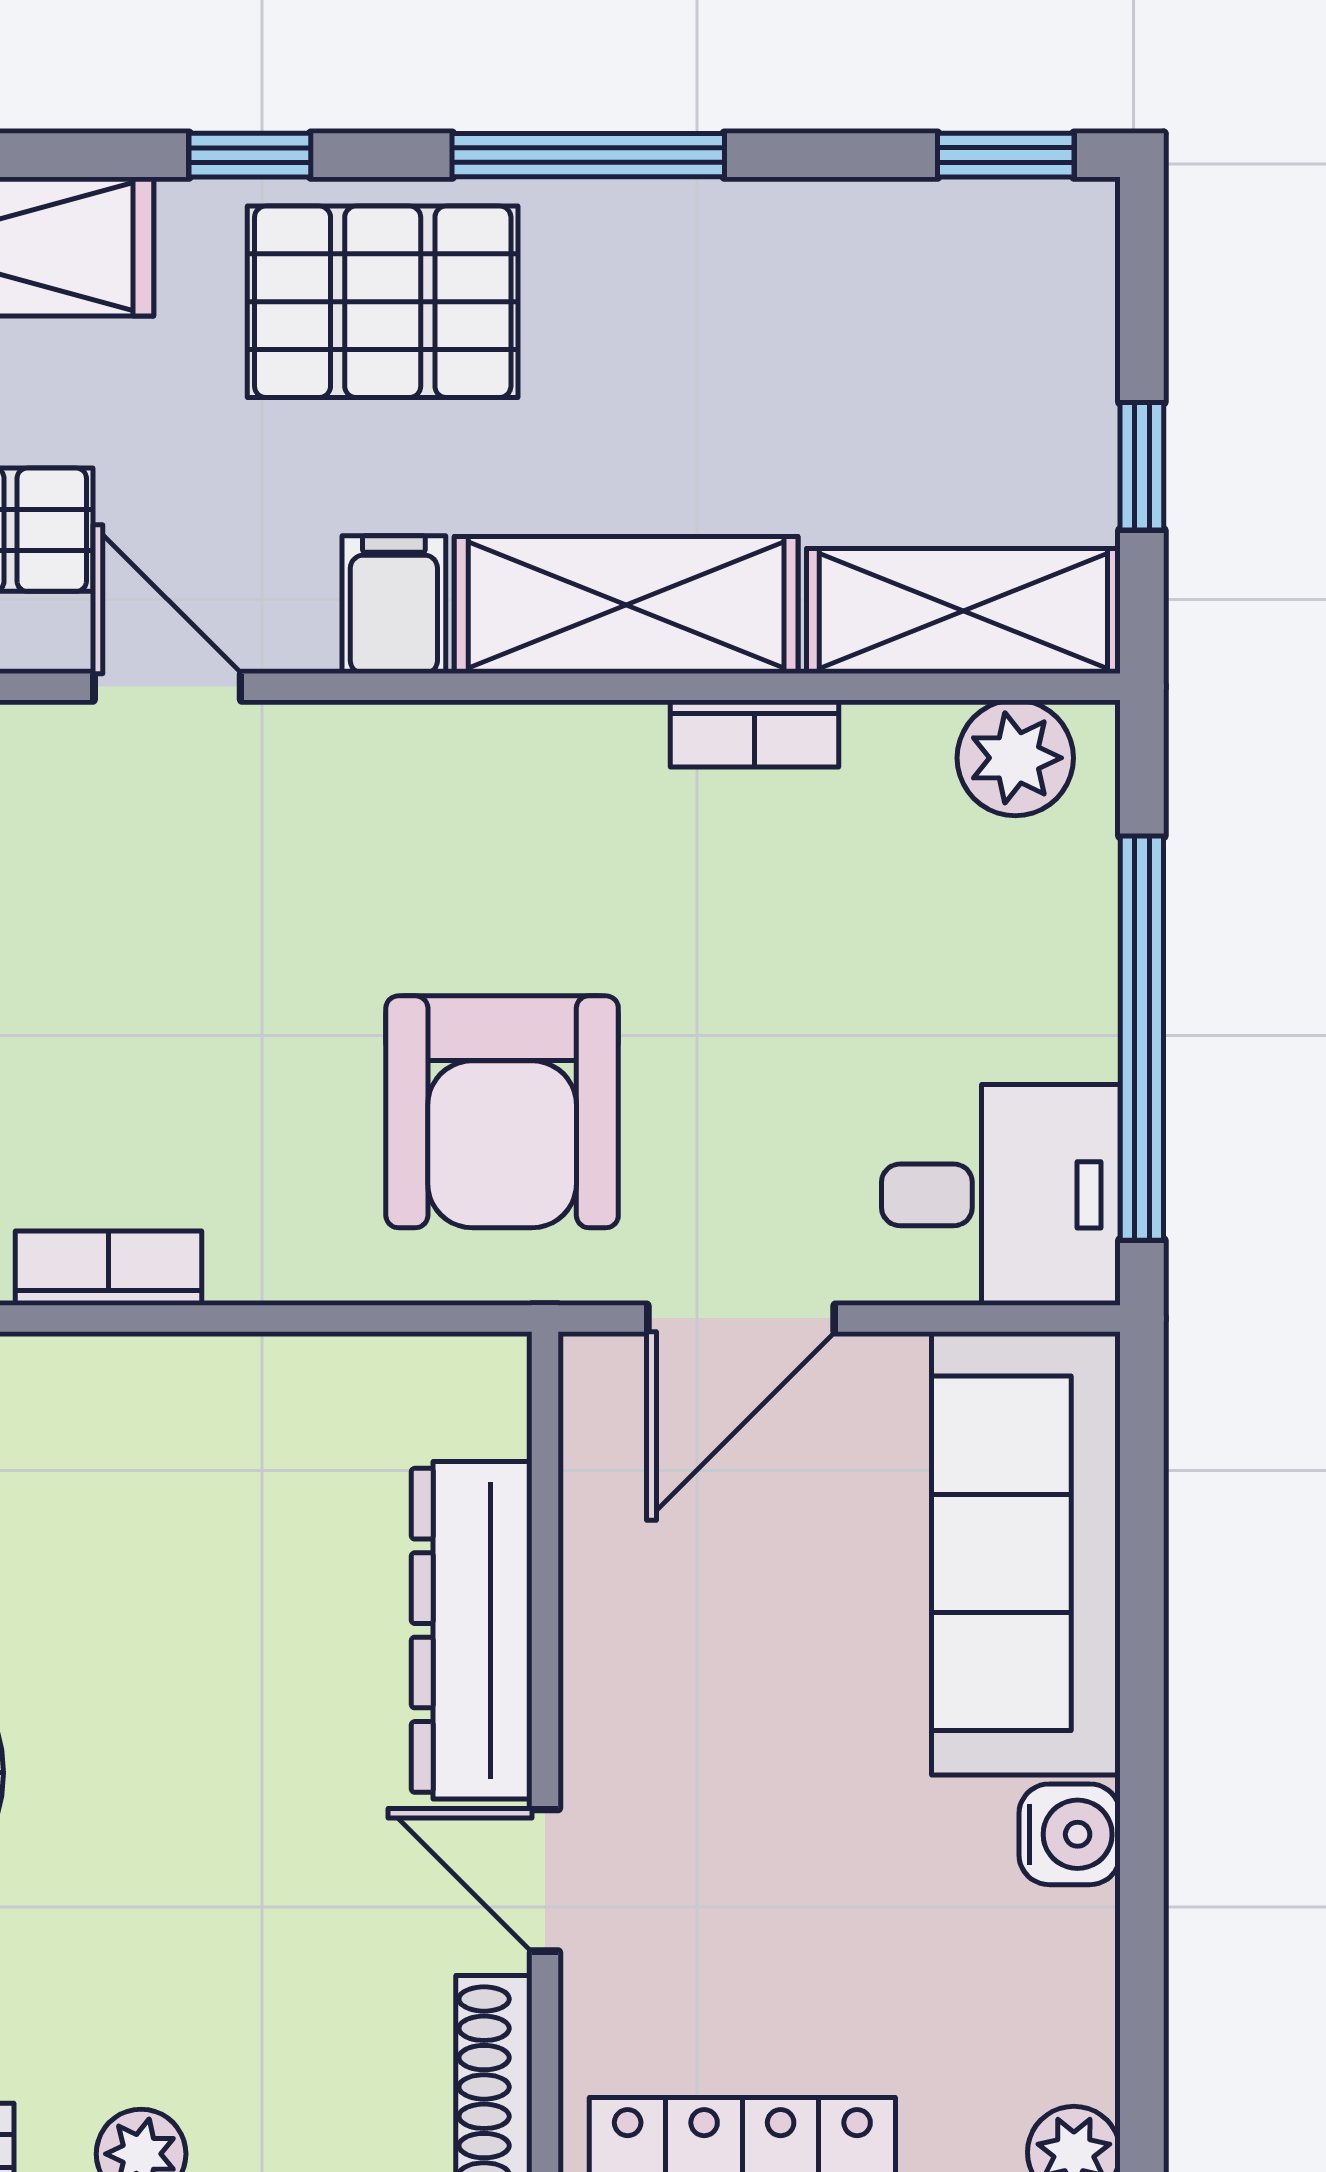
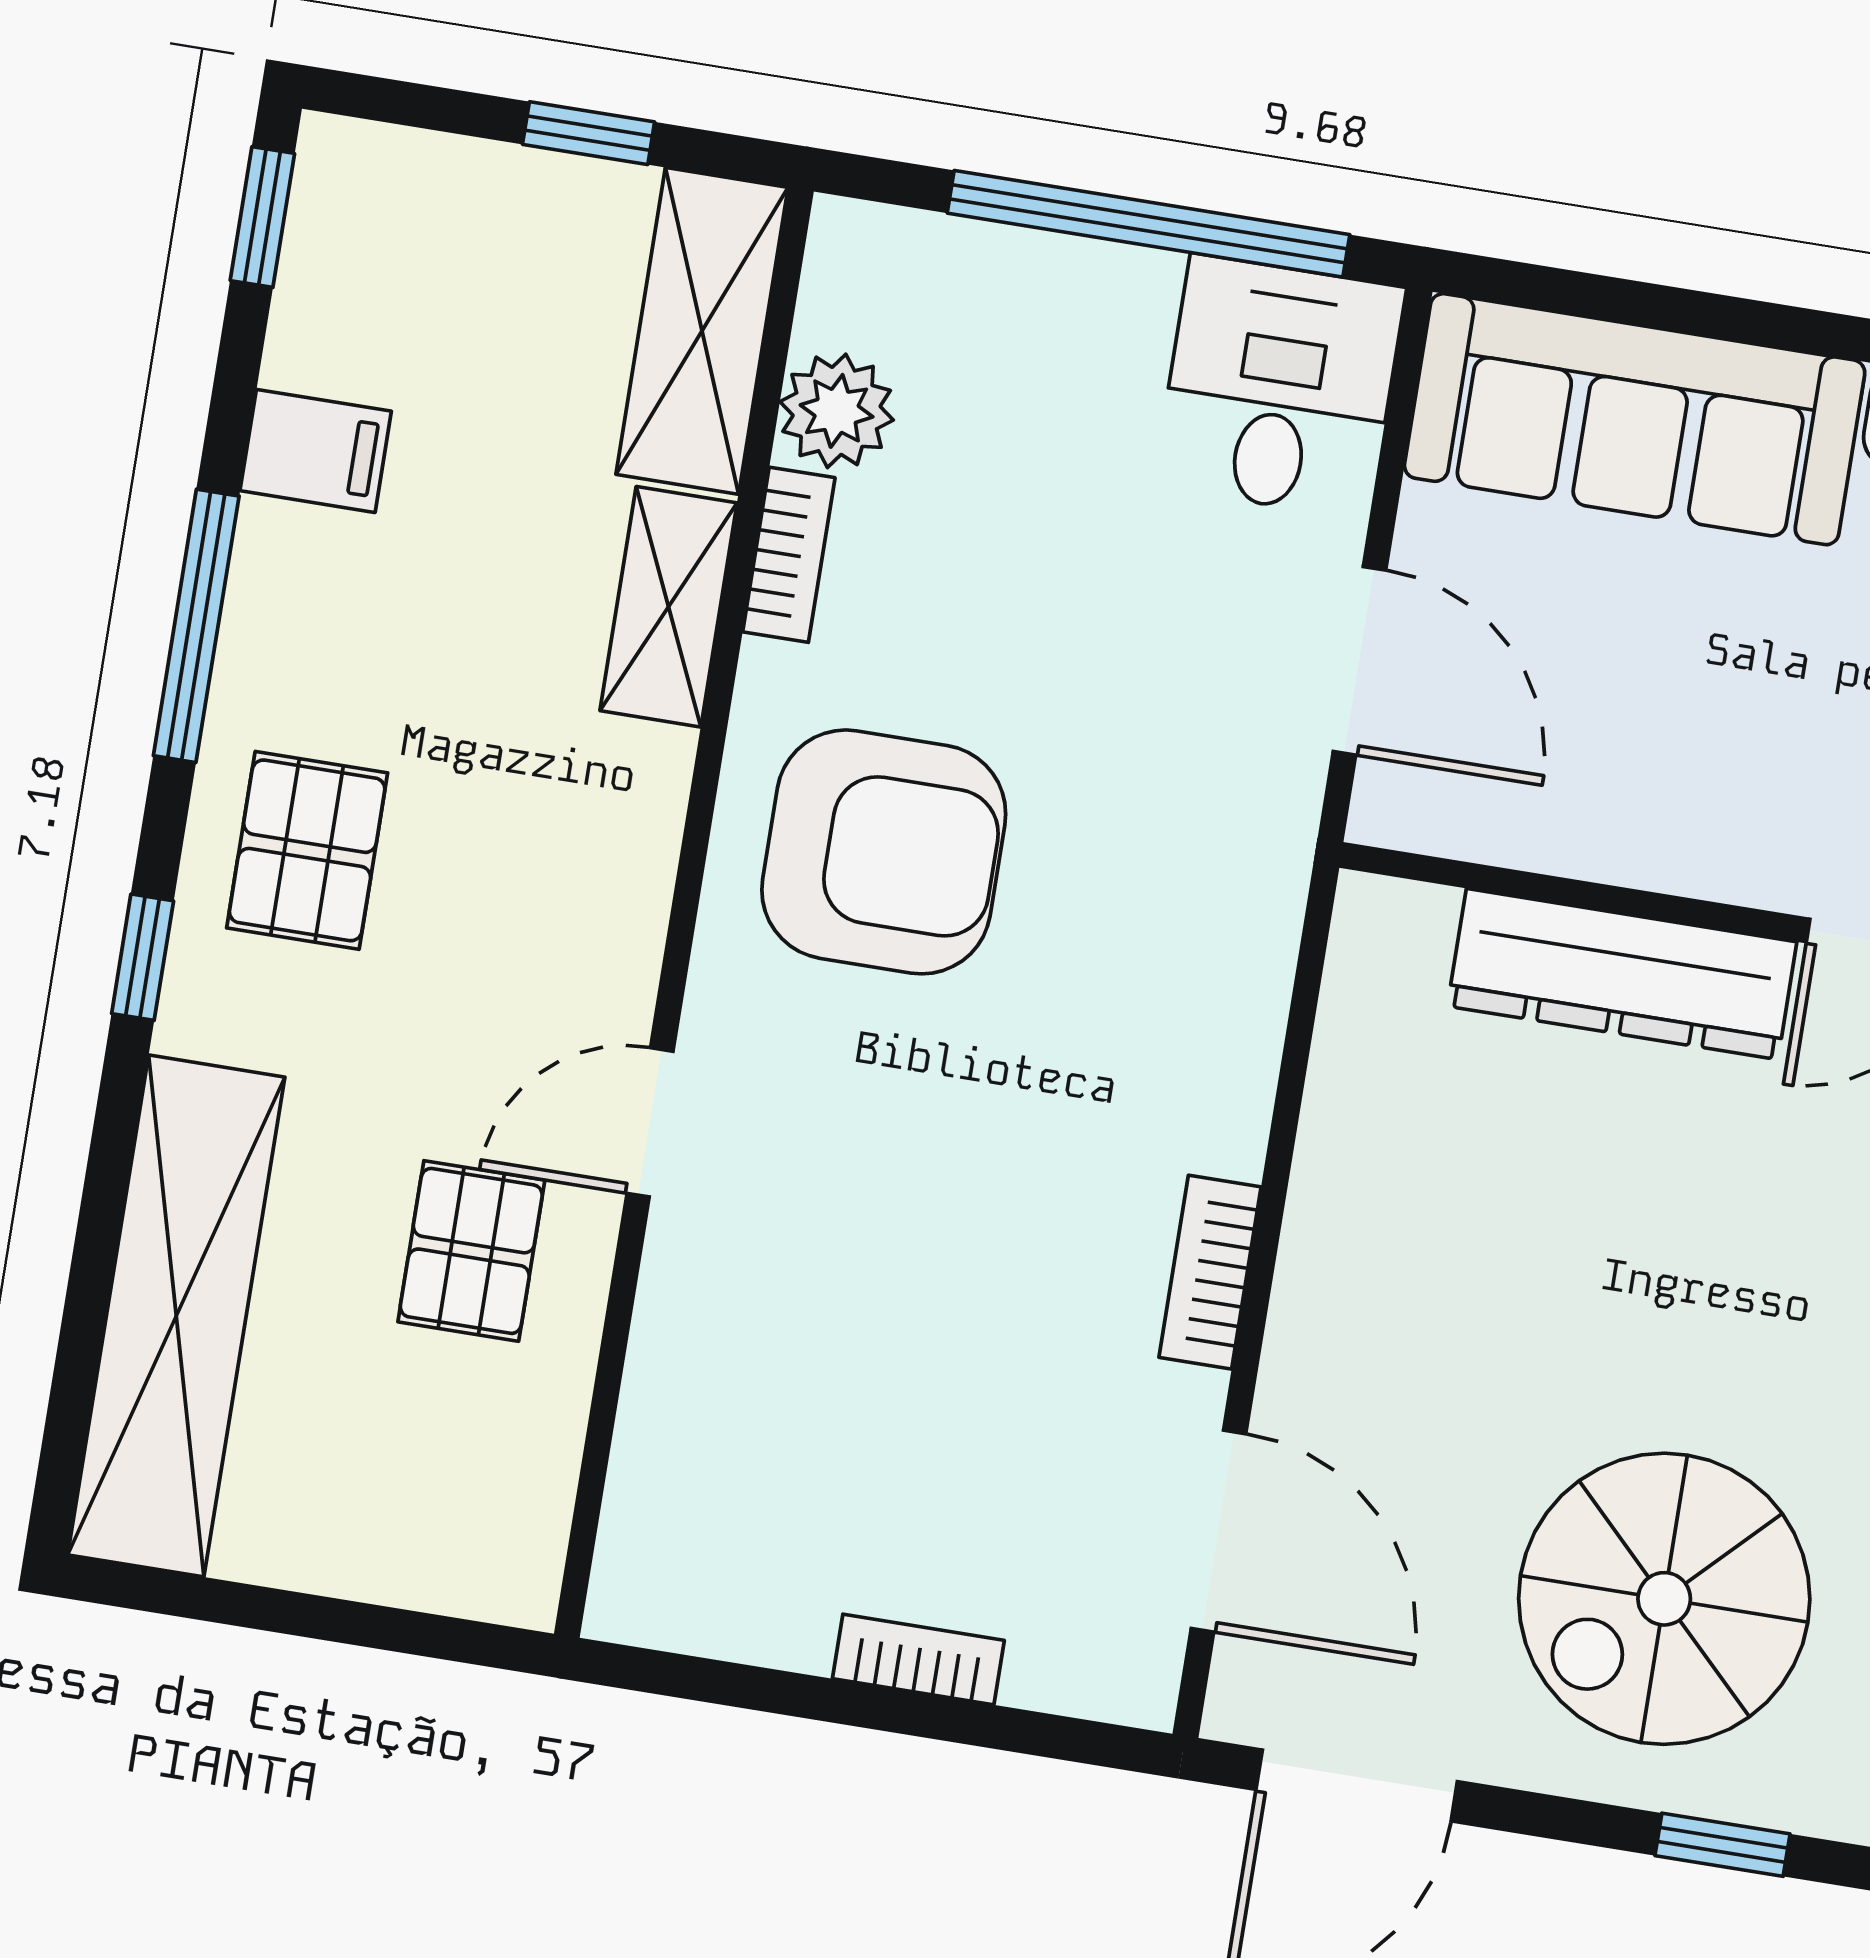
pallet: (383, 302) -> (307, 850), width x0.67, depth x0.71
filing cabinet: (394, 605) -> (316, 451), moved, turned 180
shelving: (626, 605) -> (669, 607), width x0.67, depth x0.75
plant: (1015, 758) -> (837, 411), moved
armchair: (502, 1112) -> (884, 852), moved

